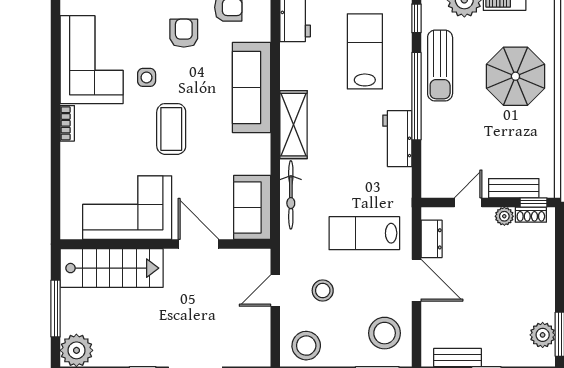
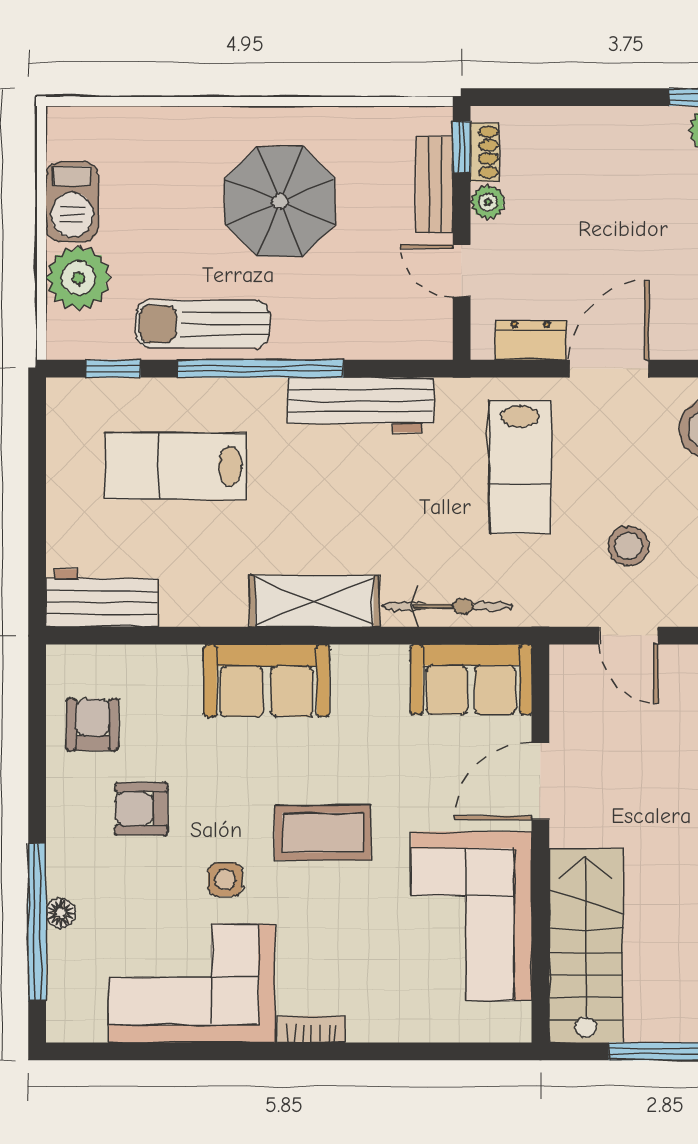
sun lounger: (440, 66) -> (203, 324), turned 180
parasol: (515, 76) -> (280, 201), moved
sofa: (252, 87) -> (267, 681), width x0.73
workbench: (397, 139) -> (361, 405), width x1.38

